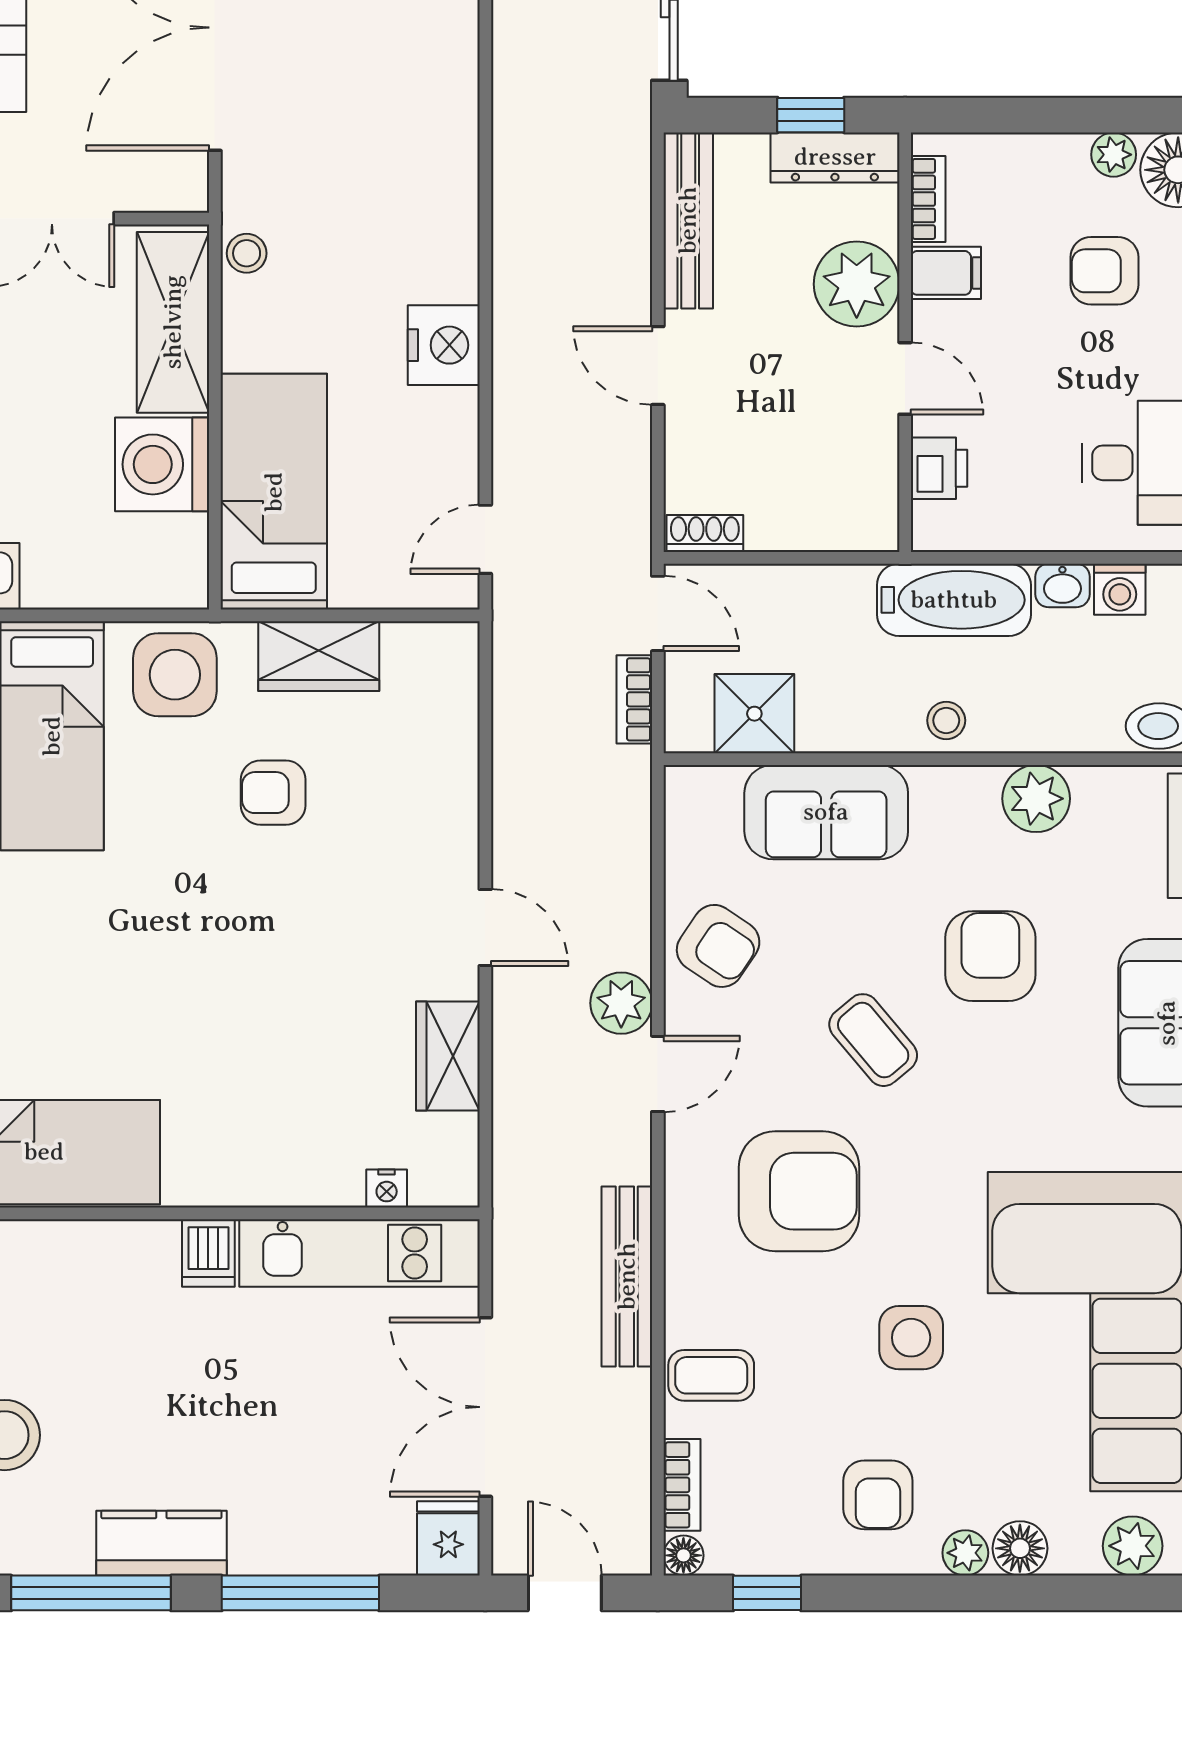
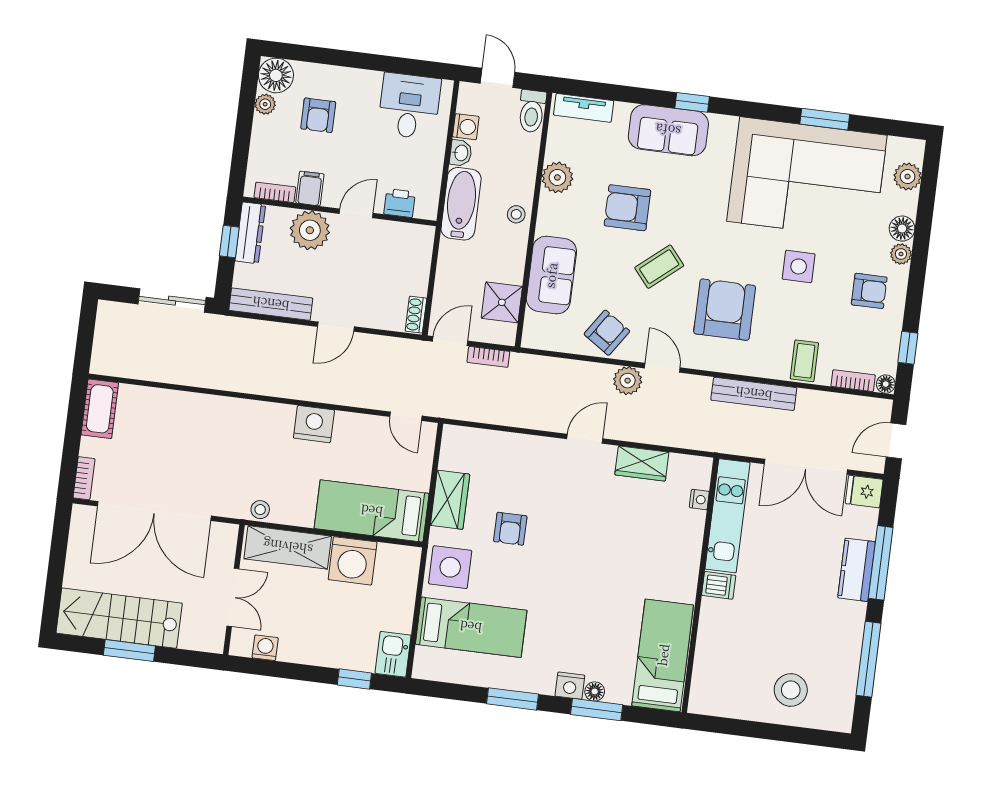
kitchen counter: (161, 1543) -> (856, 570), moved

